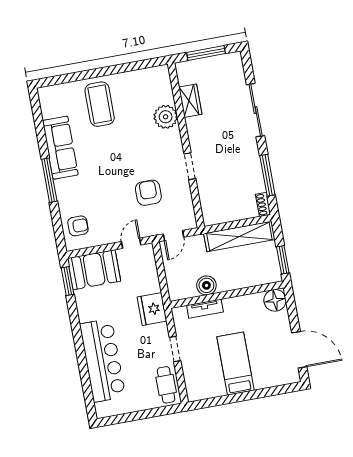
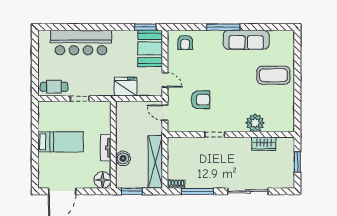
window: (206, 53) -> (297, 162), width x0.69
boiler: (206, 285) -> (123, 158), moved
fridge: (152, 309) -> (125, 87), moved
tv unit: (205, 309) -> (106, 148), moved

